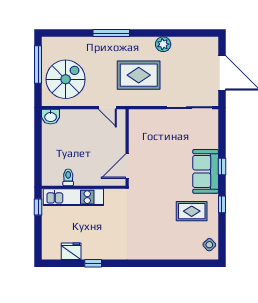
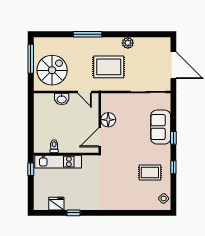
washbasin: (51, 117) -> (62, 99), moved
floor lamp: (138, 143) -> (108, 120), added
sofa: (206, 171) -> (161, 127), moved

